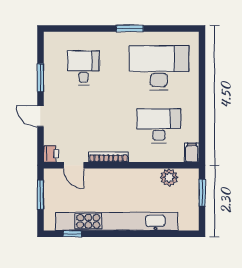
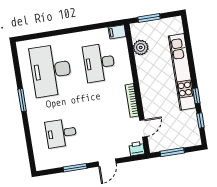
kitchen unit: (116, 221) -> (182, 72), width x0.73
window: (102, 234) -> (196, 96), added

